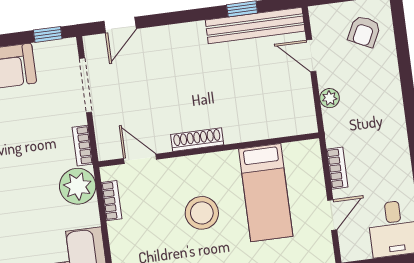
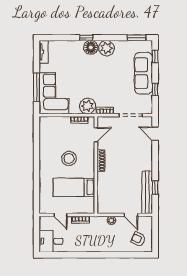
window: (48, 34) -> (155, 90), moved
door: (311, 56) -> (131, 215), swing flipped

